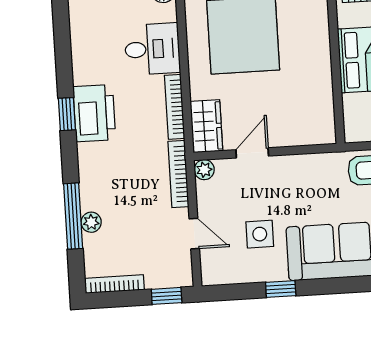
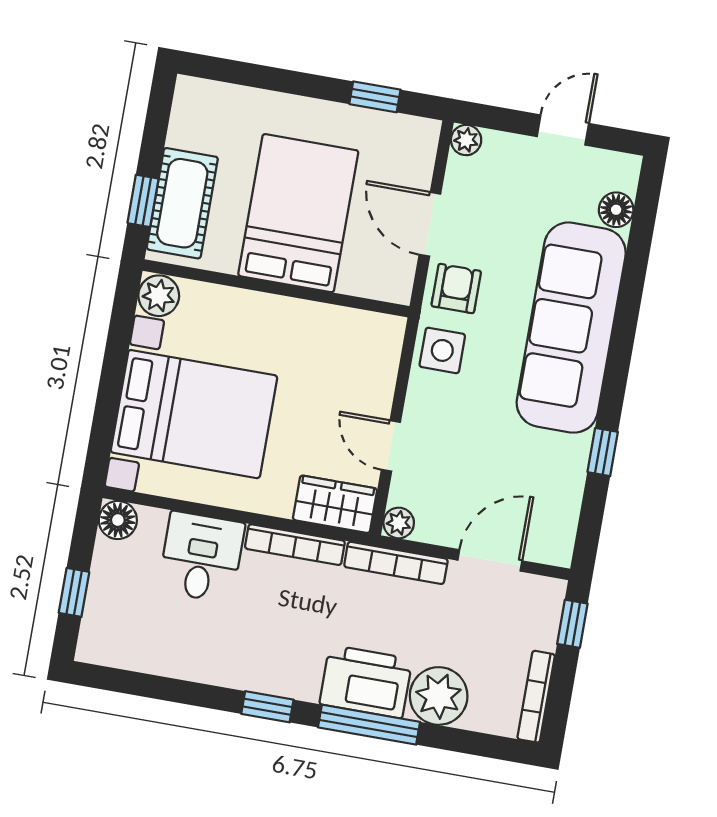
printer: (94, 113) -> (366, 682), moved
window: (73, 216) -> (369, 725), moved
plant: (91, 222) -> (439, 696), width x1.88, depth x1.88
door: (194, 234) -> (490, 560), width x1.38
side table: (260, 234) -> (442, 350), moved

